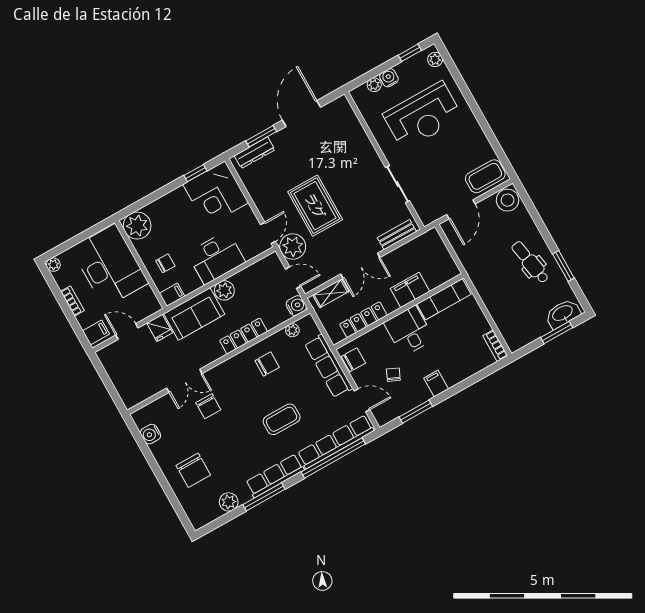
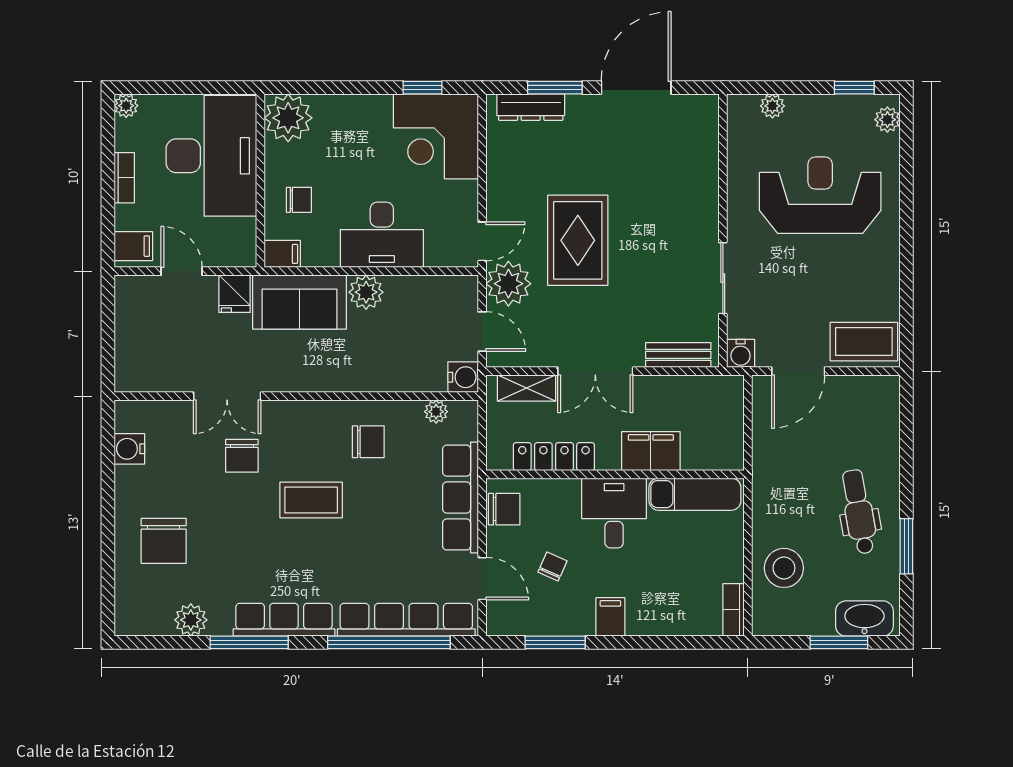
water cooler: (389, 78) -> (741, 353), moved, turned 180
reception desk: (423, 116) -> (820, 195), turned 180
stool: (508, 200) -> (784, 568), moved
locker: (244, 336) -> (356, 378), removed
coffee table: (282, 419) -> (311, 500), moved

